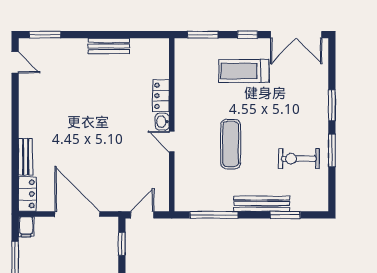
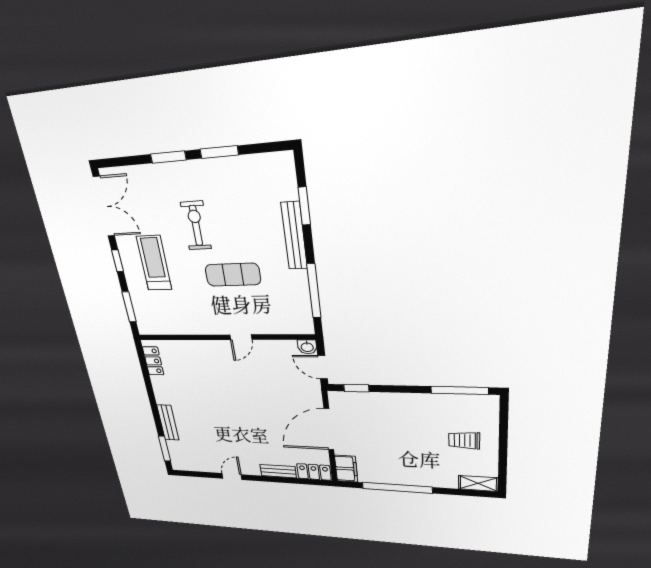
bench: (109, 46) -> (168, 423), moved
door: (15, 62) -> (232, 476), moved
treadmill: (244, 71) -> (154, 263), turned 180
locker: (161, 96) -> (153, 361), moved, turned -90
washbasin: (162, 122) -> (307, 347), moved
exercise bike: (299, 159) -> (196, 226), moved, turned 180
filing cabinet: (26, 227) -> (346, 469), width x2.00

